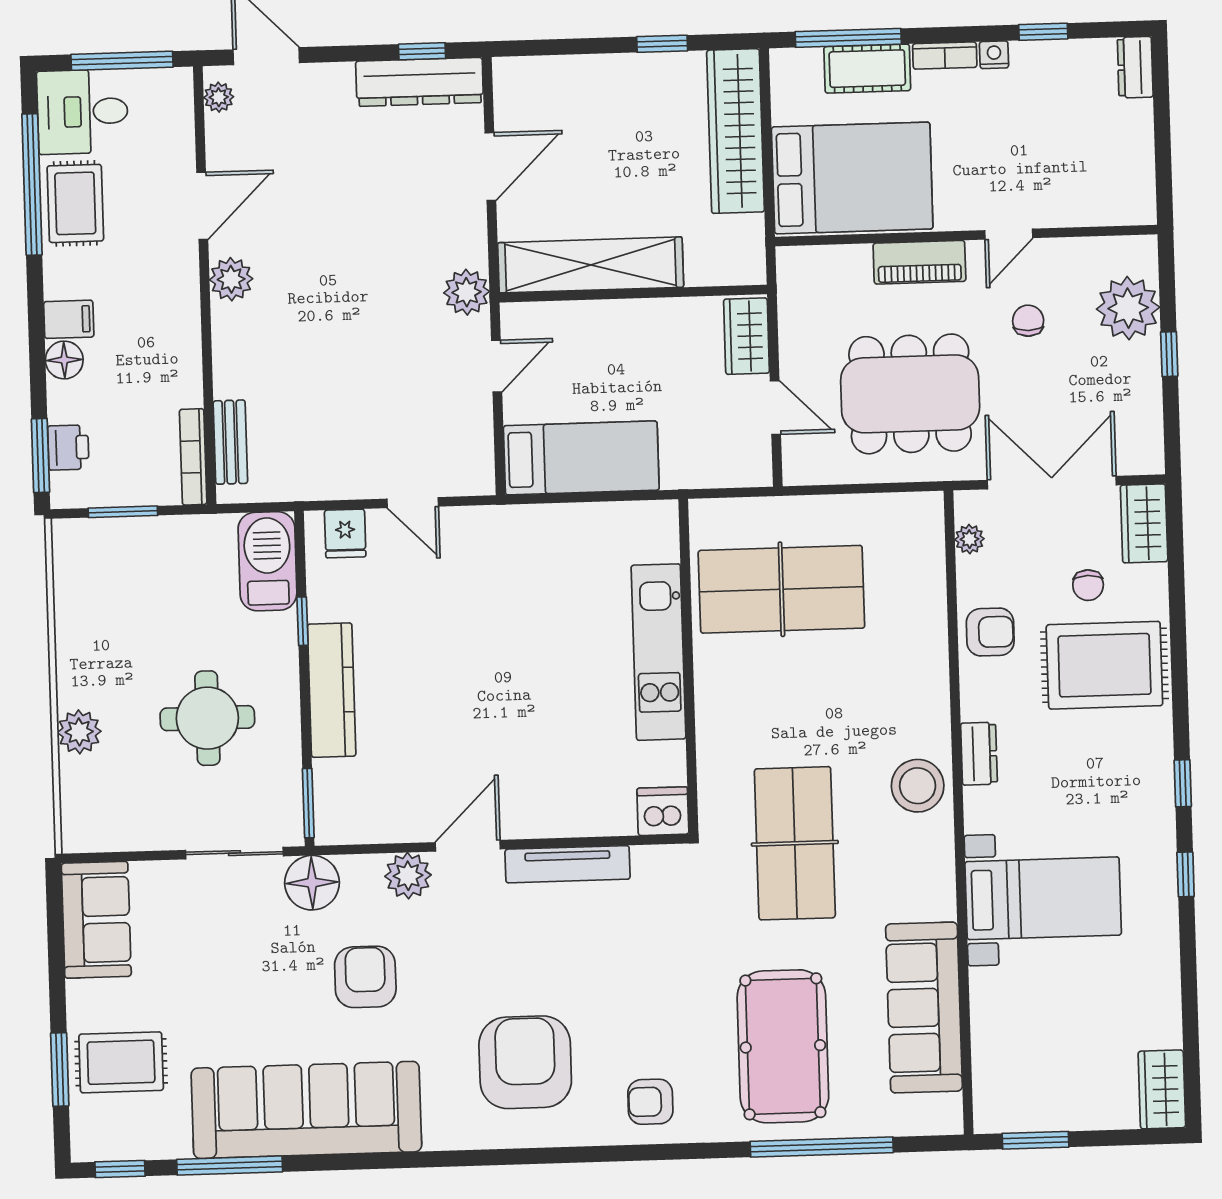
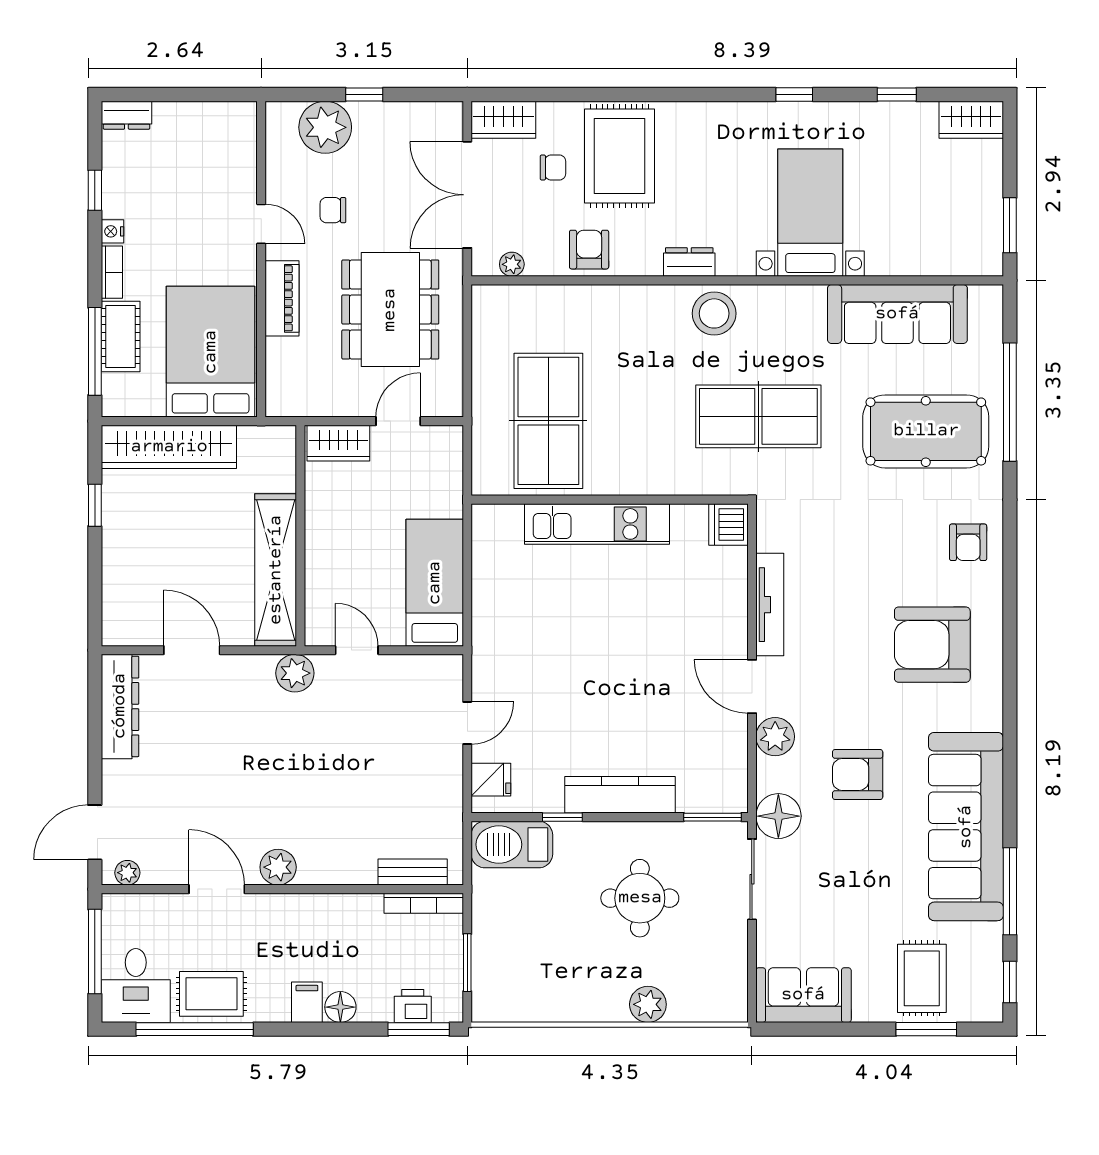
window: (422, 51) -> (95, 704), removed
window: (1183, 783) -> (897, 94), moved

